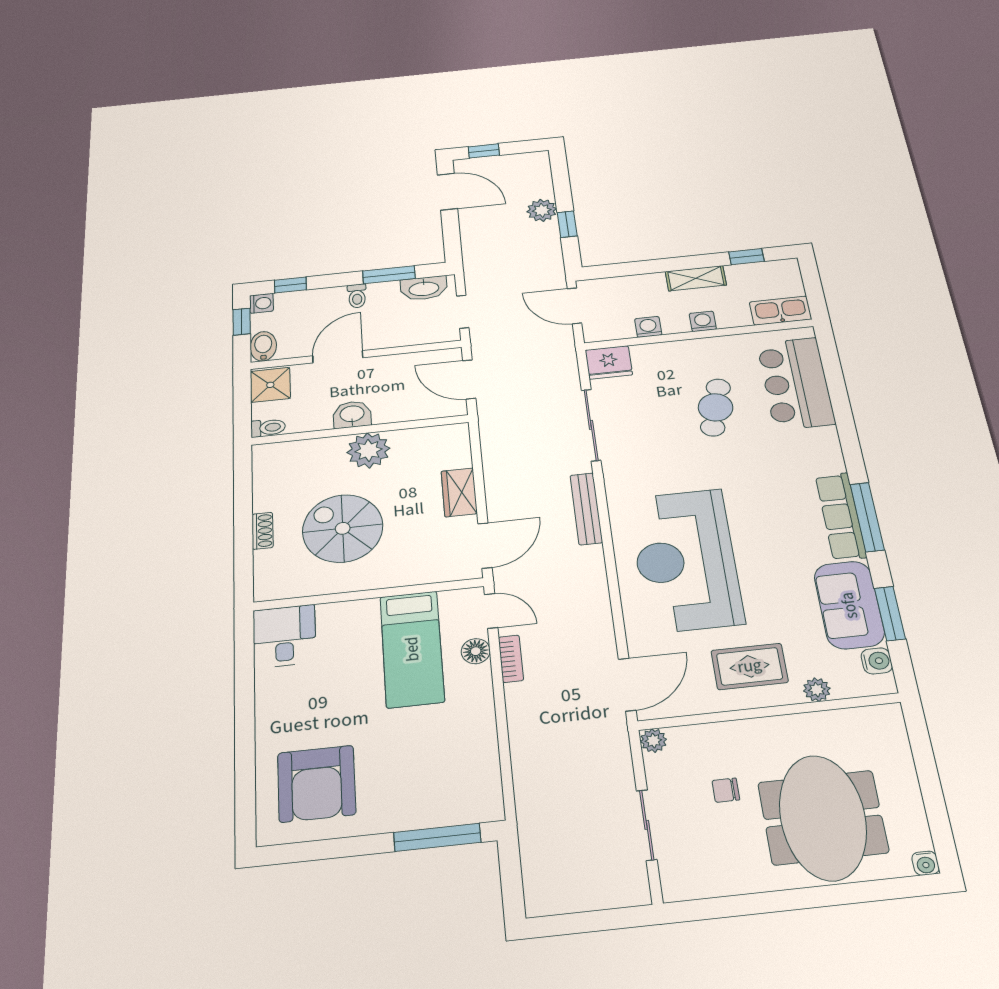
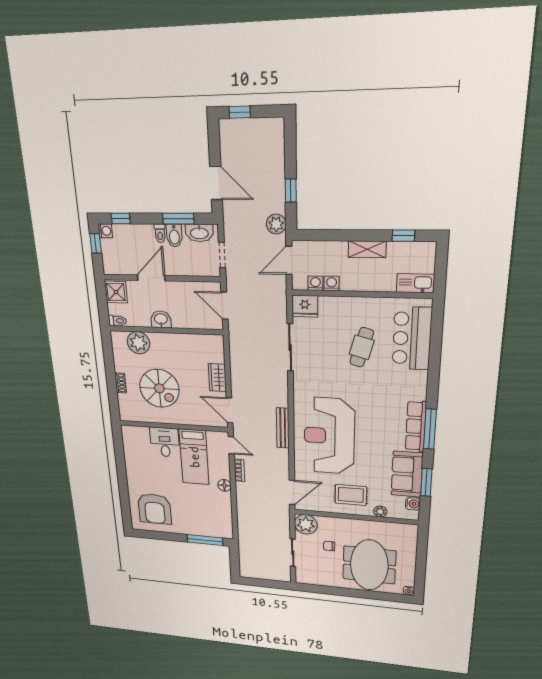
door: (447, 192) -> (216, 183), moved
plant: (542, 210) -> (276, 224), moved
door: (574, 306) -> (289, 260), hinge flipped
washing machine: (703, 321) -> (315, 283), moved
bidet: (263, 346) -> (174, 235), moved, turned 180
plant: (368, 450) -> (139, 343), moved
bench: (586, 509) -> (283, 428), moved
spiral stairs: (343, 528) -> (159, 388), turned 180
door: (485, 546) -> (229, 410), swing flipped
desk: (284, 636) -> (165, 442), moved
floor lamp: (476, 651) -> (224, 485), moved
plant: (653, 741) -> (306, 524), width x1.87, depth x1.87

